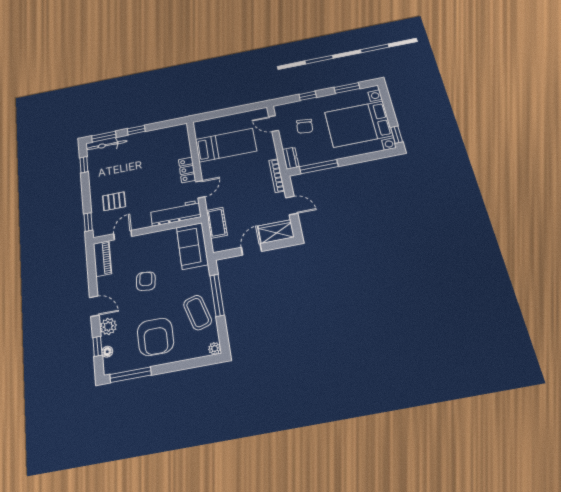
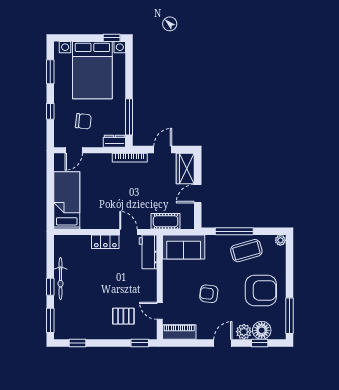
bicycle: (107, 145) -> (61, 279), moved
bed: (226, 145) -> (67, 200), moved
pallet: (114, 201) -> (123, 316), turned 90
workbench: (176, 213) -> (148, 252), width x0.73
door: (251, 249) -> (198, 194), hinge flipped
floor lamp: (107, 352) -> (262, 330), width x1.89, depth x1.89

